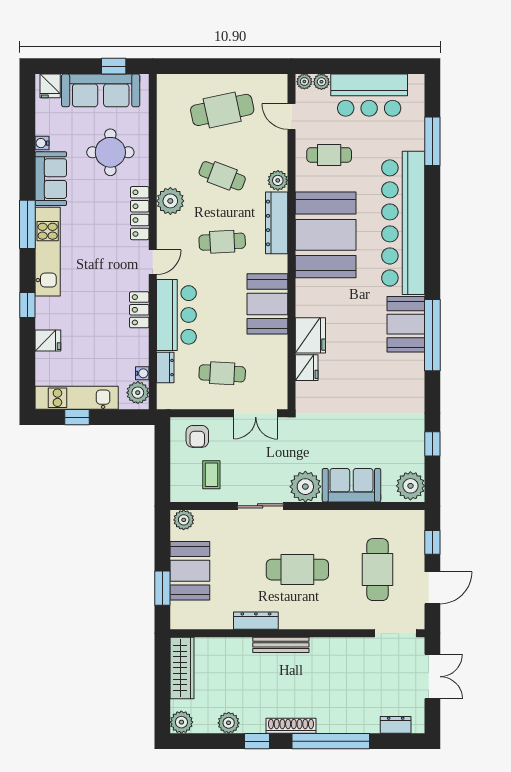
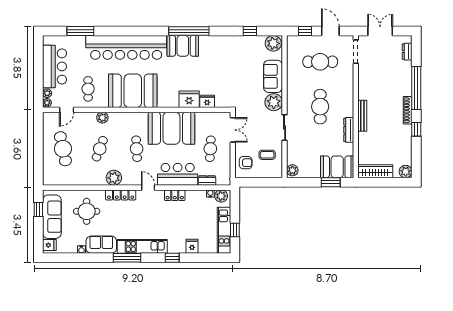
dresser: (277, 223) -> (126, 118), removed
booth: (267, 304) -> (171, 128), width x1.36, depth x1.42
booth: (190, 571) -> (337, 167), moved
plant: (229, 723) -> (406, 145), removed

